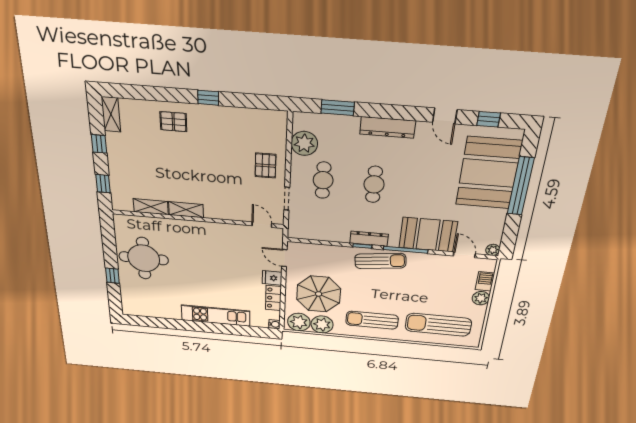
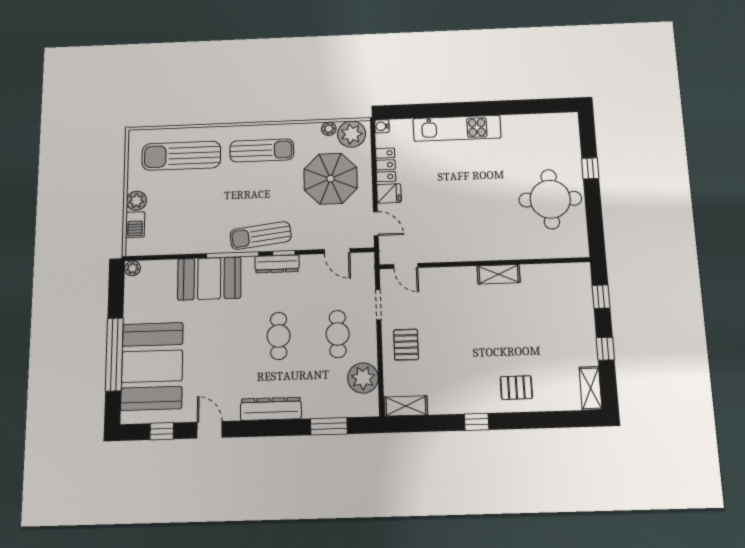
shelving: (151, 207) -> (406, 406), moved
door: (464, 255) -> (337, 251), moved
plant: (322, 324) -> (329, 129), width x0.53, depth x0.53
sun lounger: (438, 325) -> (181, 156), turned 180

